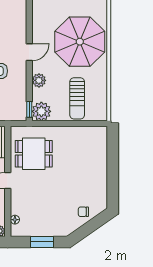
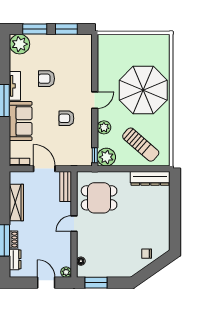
sun lounger: (77, 98) -> (141, 145), turned -49
dresser: (87, 133) -> (150, 178), added
window: (42, 242) -> (96, 283), moved

